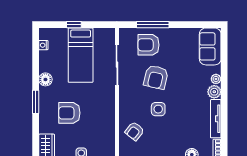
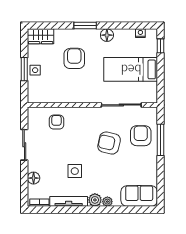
window: (74, 25) -> (160, 46), moved
side table: (158, 109) -> (75, 171), moved
armchair: (134, 131) -> (56, 122), turned 52

